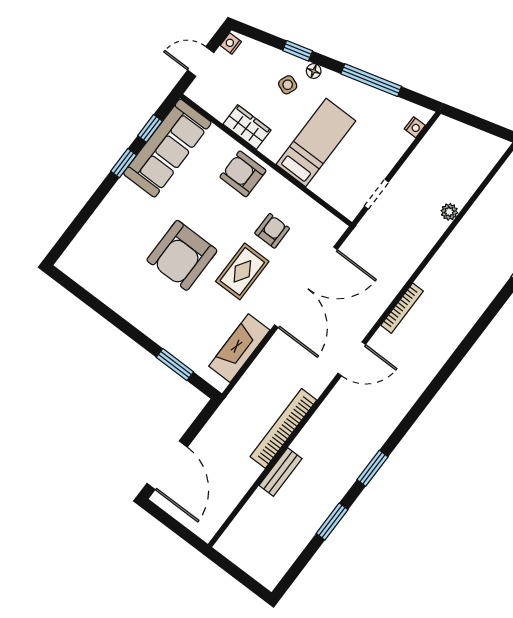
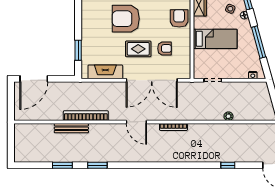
bench: (281, 472) -> (71, 128), width x1.36

